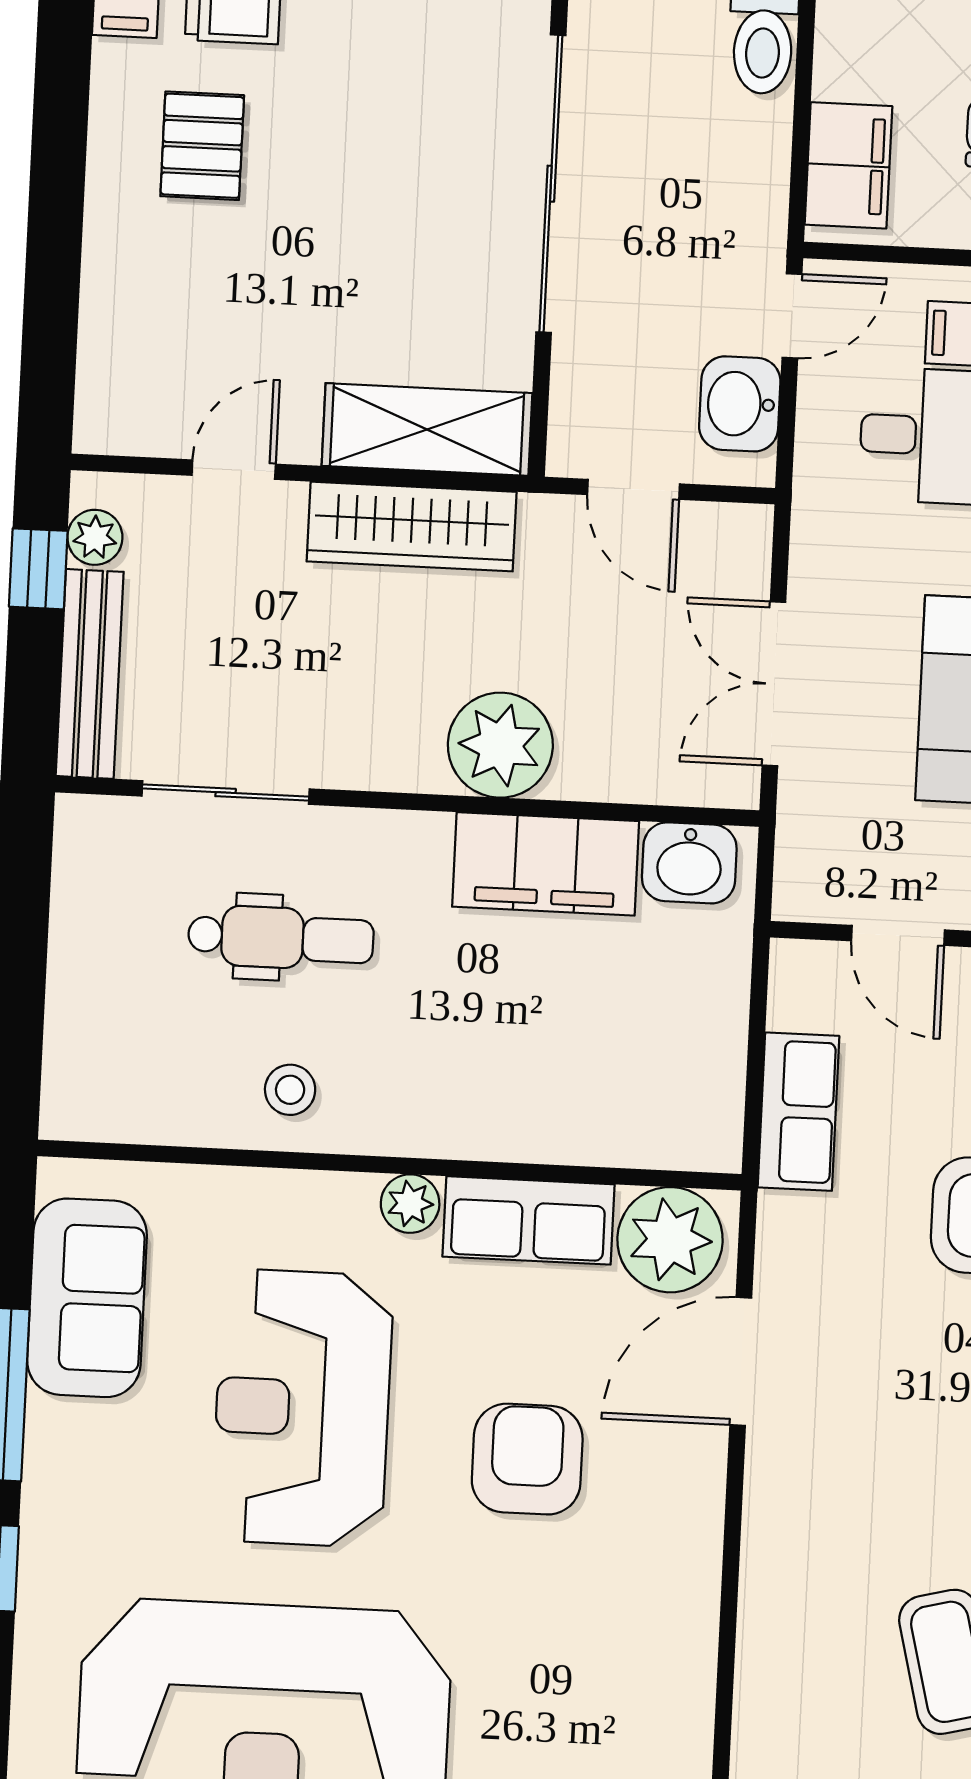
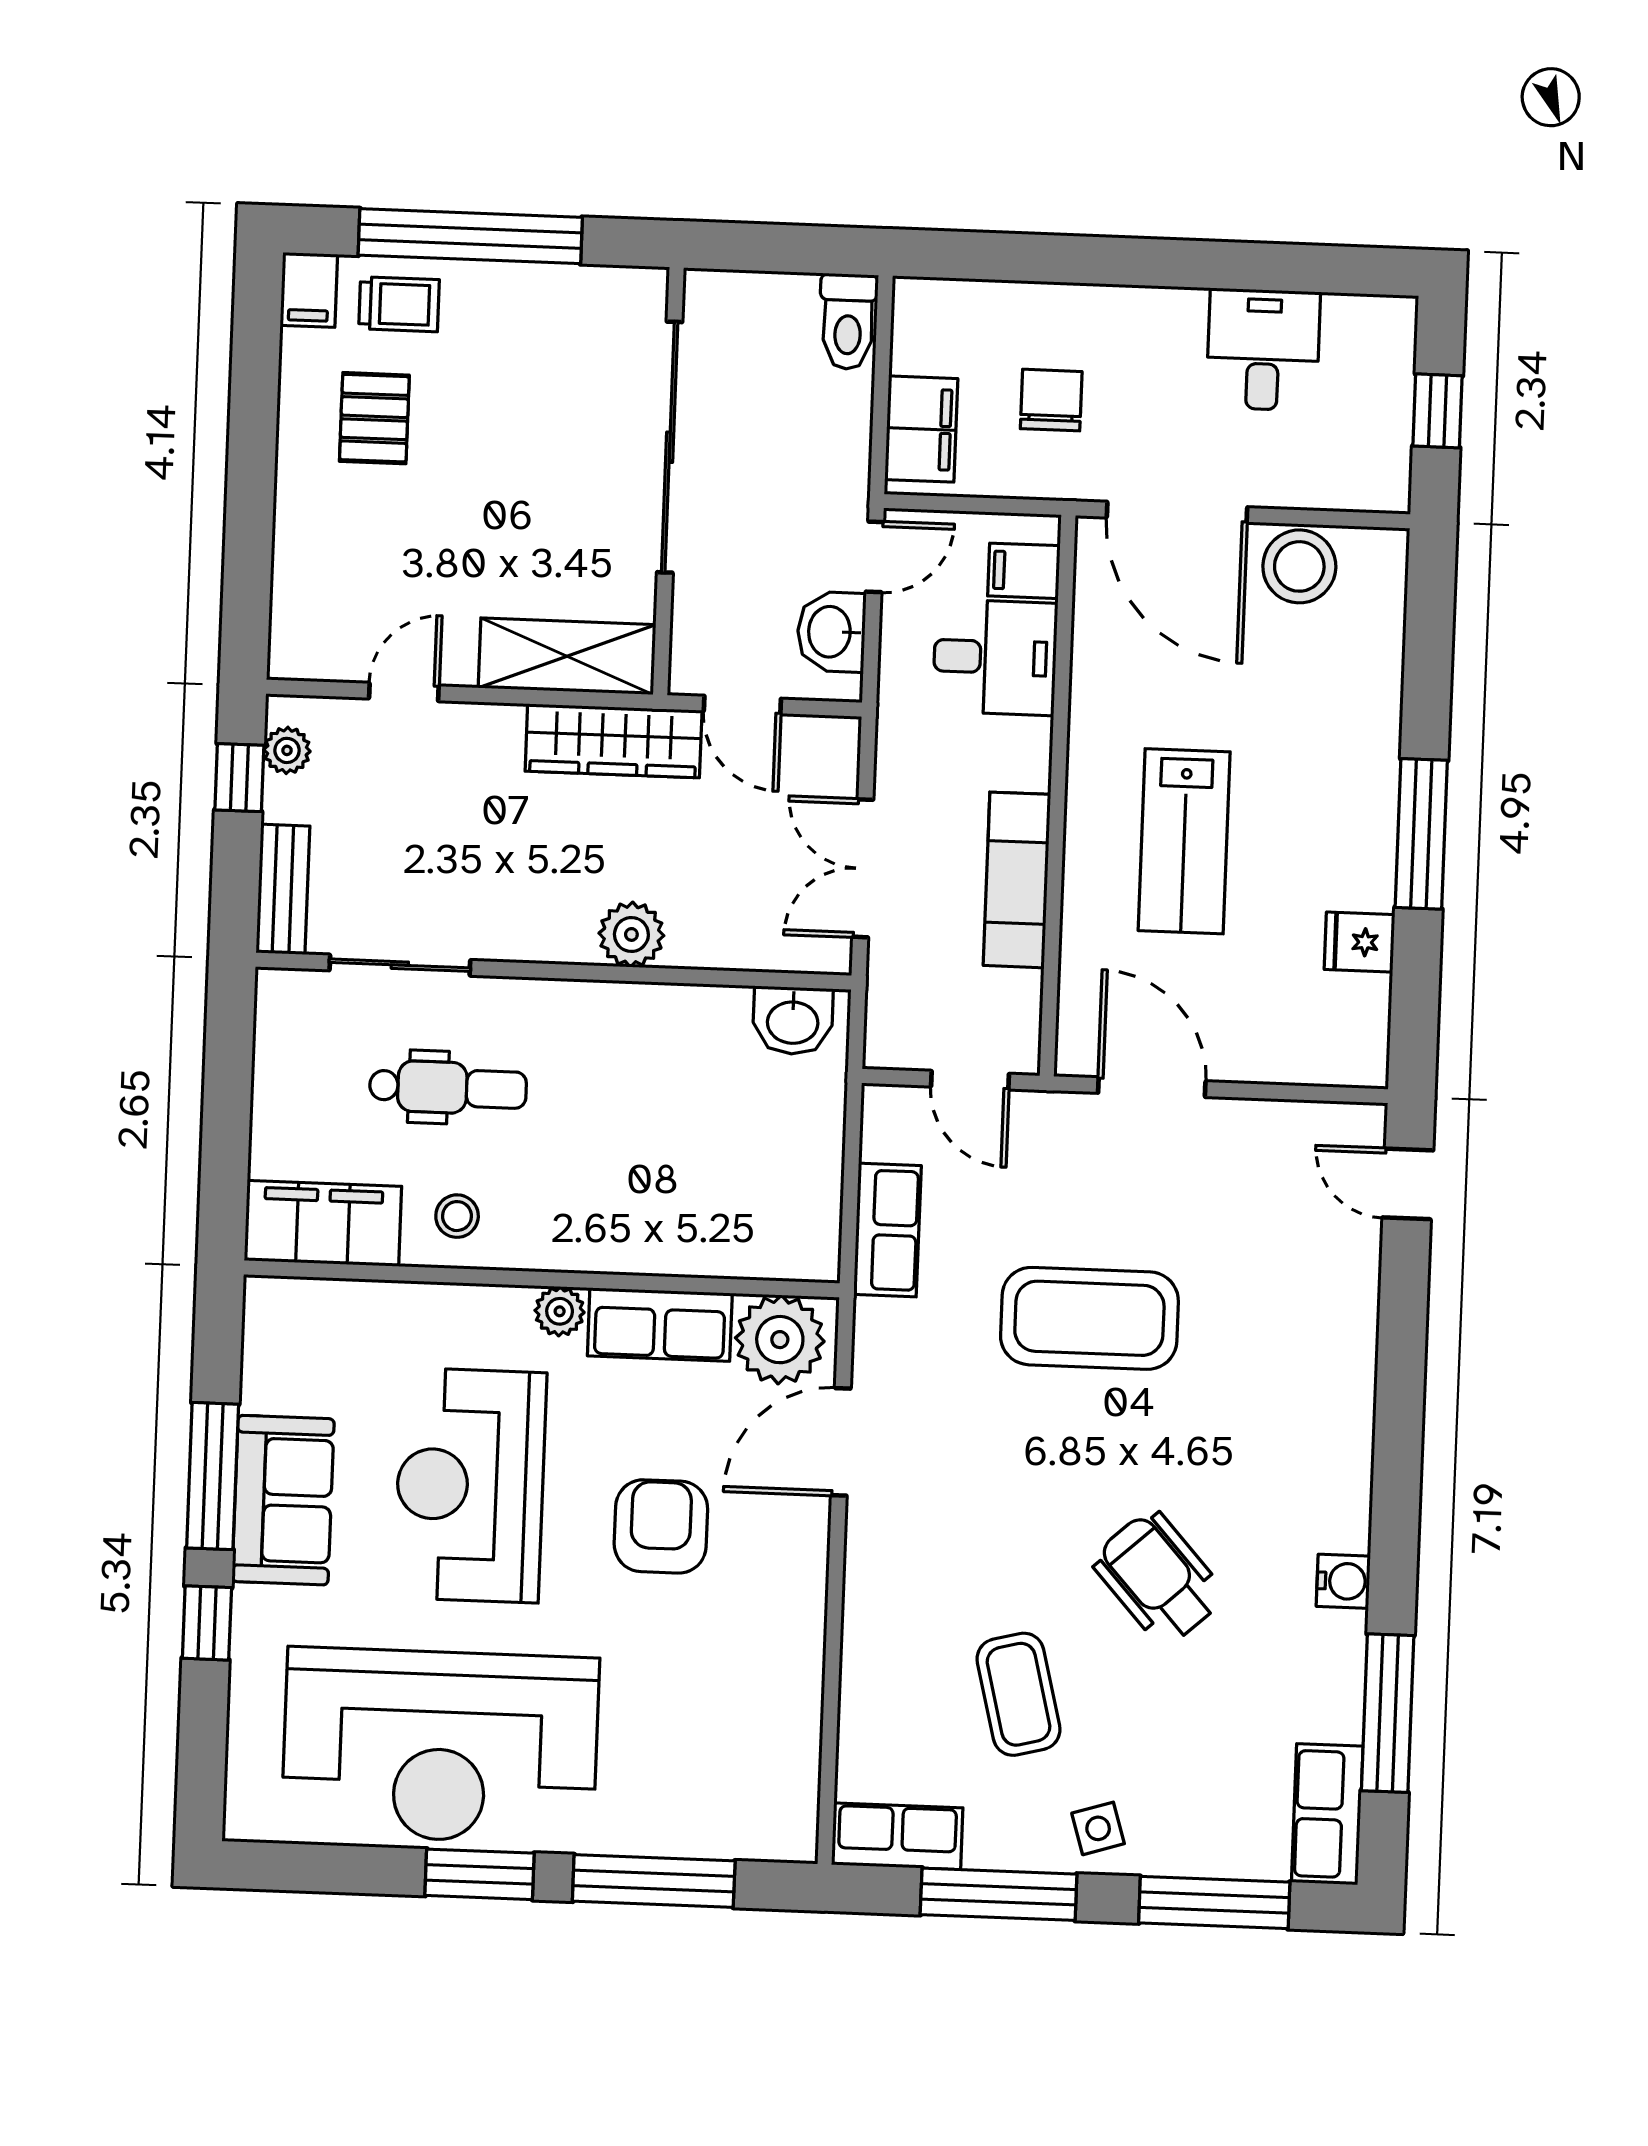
wardrobe: (412, 527) -> (614, 741), moved
bench: (90, 674) -> (283, 889), width x0.73
plant: (500, 745) -> (631, 934), width x0.73, depth x0.73
filing cabinet: (546, 864) -> (323, 1223), moved, turned 180
sofa: (87, 1298) -> (283, 1500), moved

